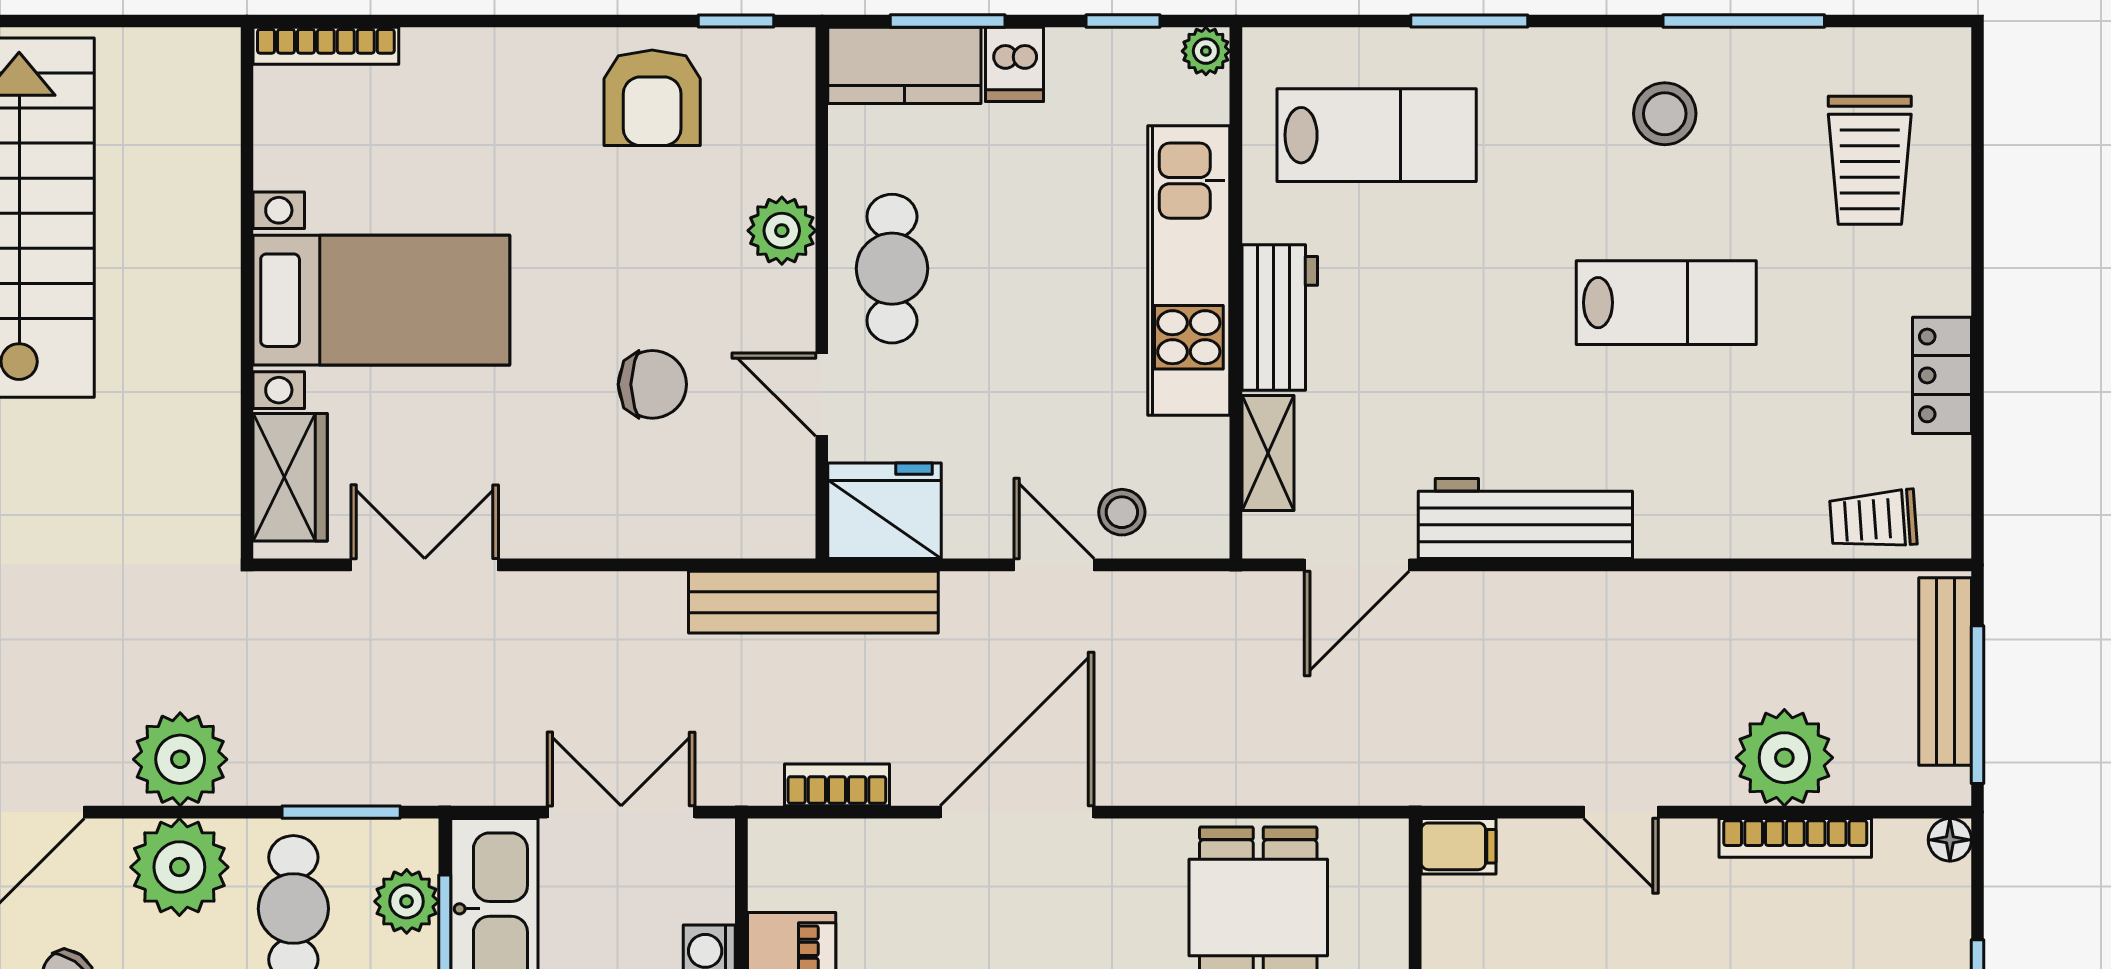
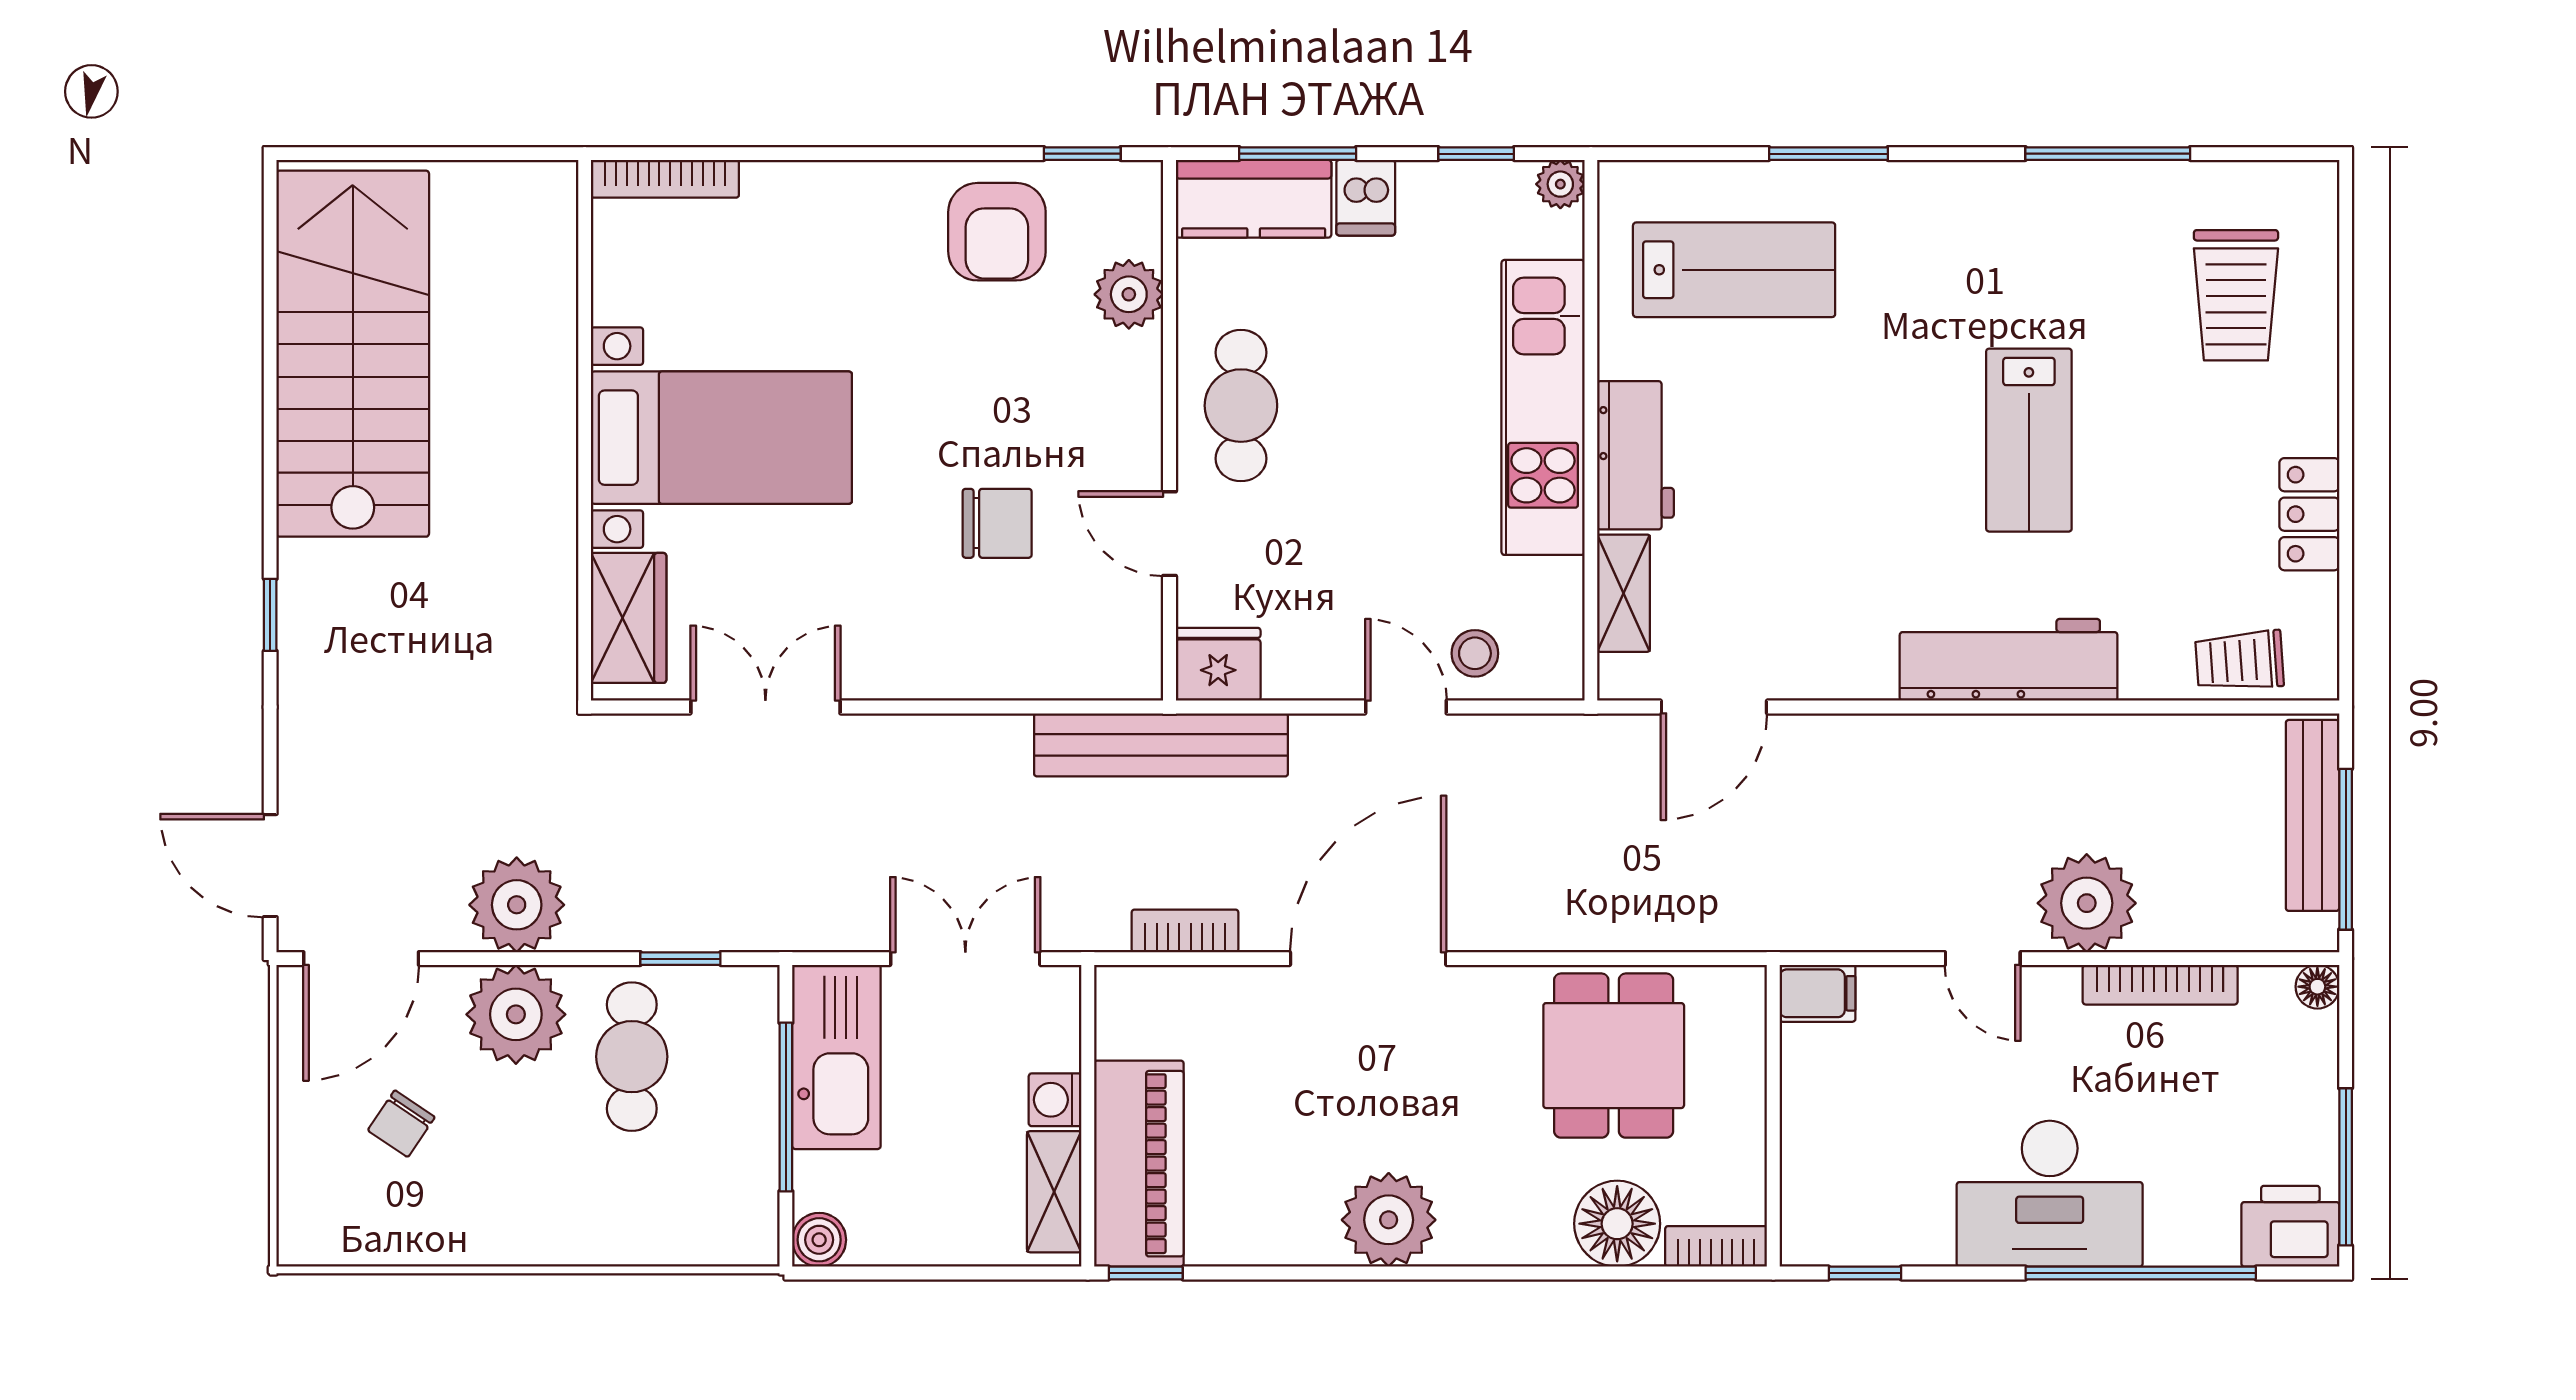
stool: (1665, 114) -> (2027, 248), removed
plant: (782, 231) -> (1129, 294), moved
lab bench: (1666, 303) -> (2029, 440), turned 90
fridge: (885, 511) -> (1218, 664), width x0.73, depth x0.75
workbench: (1525, 519) -> (2009, 660), moved
plant: (1784, 758) -> (2087, 903), moved
window: (341, 812) -> (680, 959), width x0.67
plant: (407, 901) -> (747, 1049), removed

